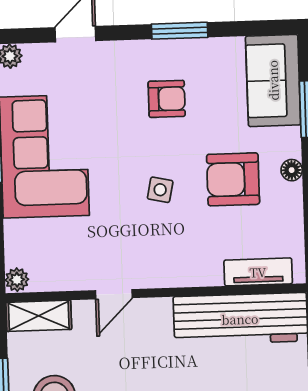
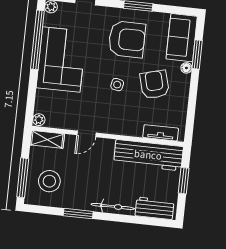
armchair: (167, 99) -> (127, 39), width x1.88, depth x1.88
floor lamp: (292, 170) -> (186, 68), moved
armchair: (233, 179) -> (155, 85), turned 75

